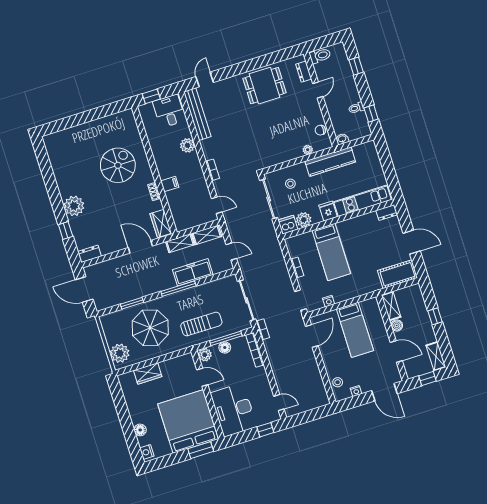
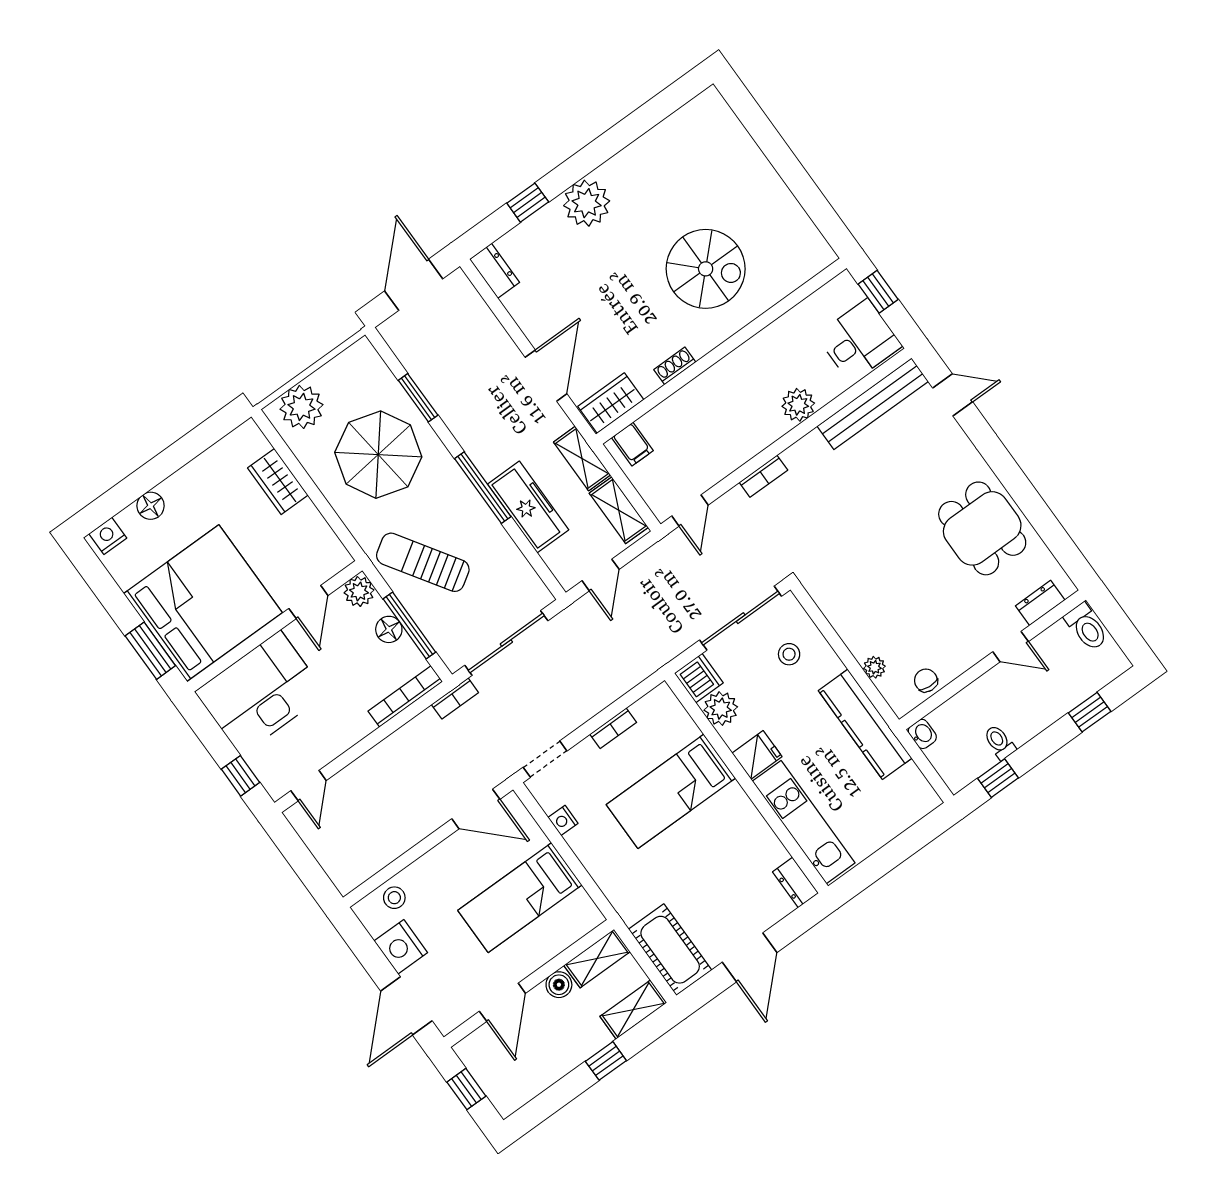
filing cabinet: (170, 184) -> (632, 444), moved
sun lounger: (201, 324) -> (423, 562), turned 147
shelving: (436, 356) -> (633, 1010), moved
nightstand: (356, 391) -> (401, 947), width x1.89, depth x1.79

